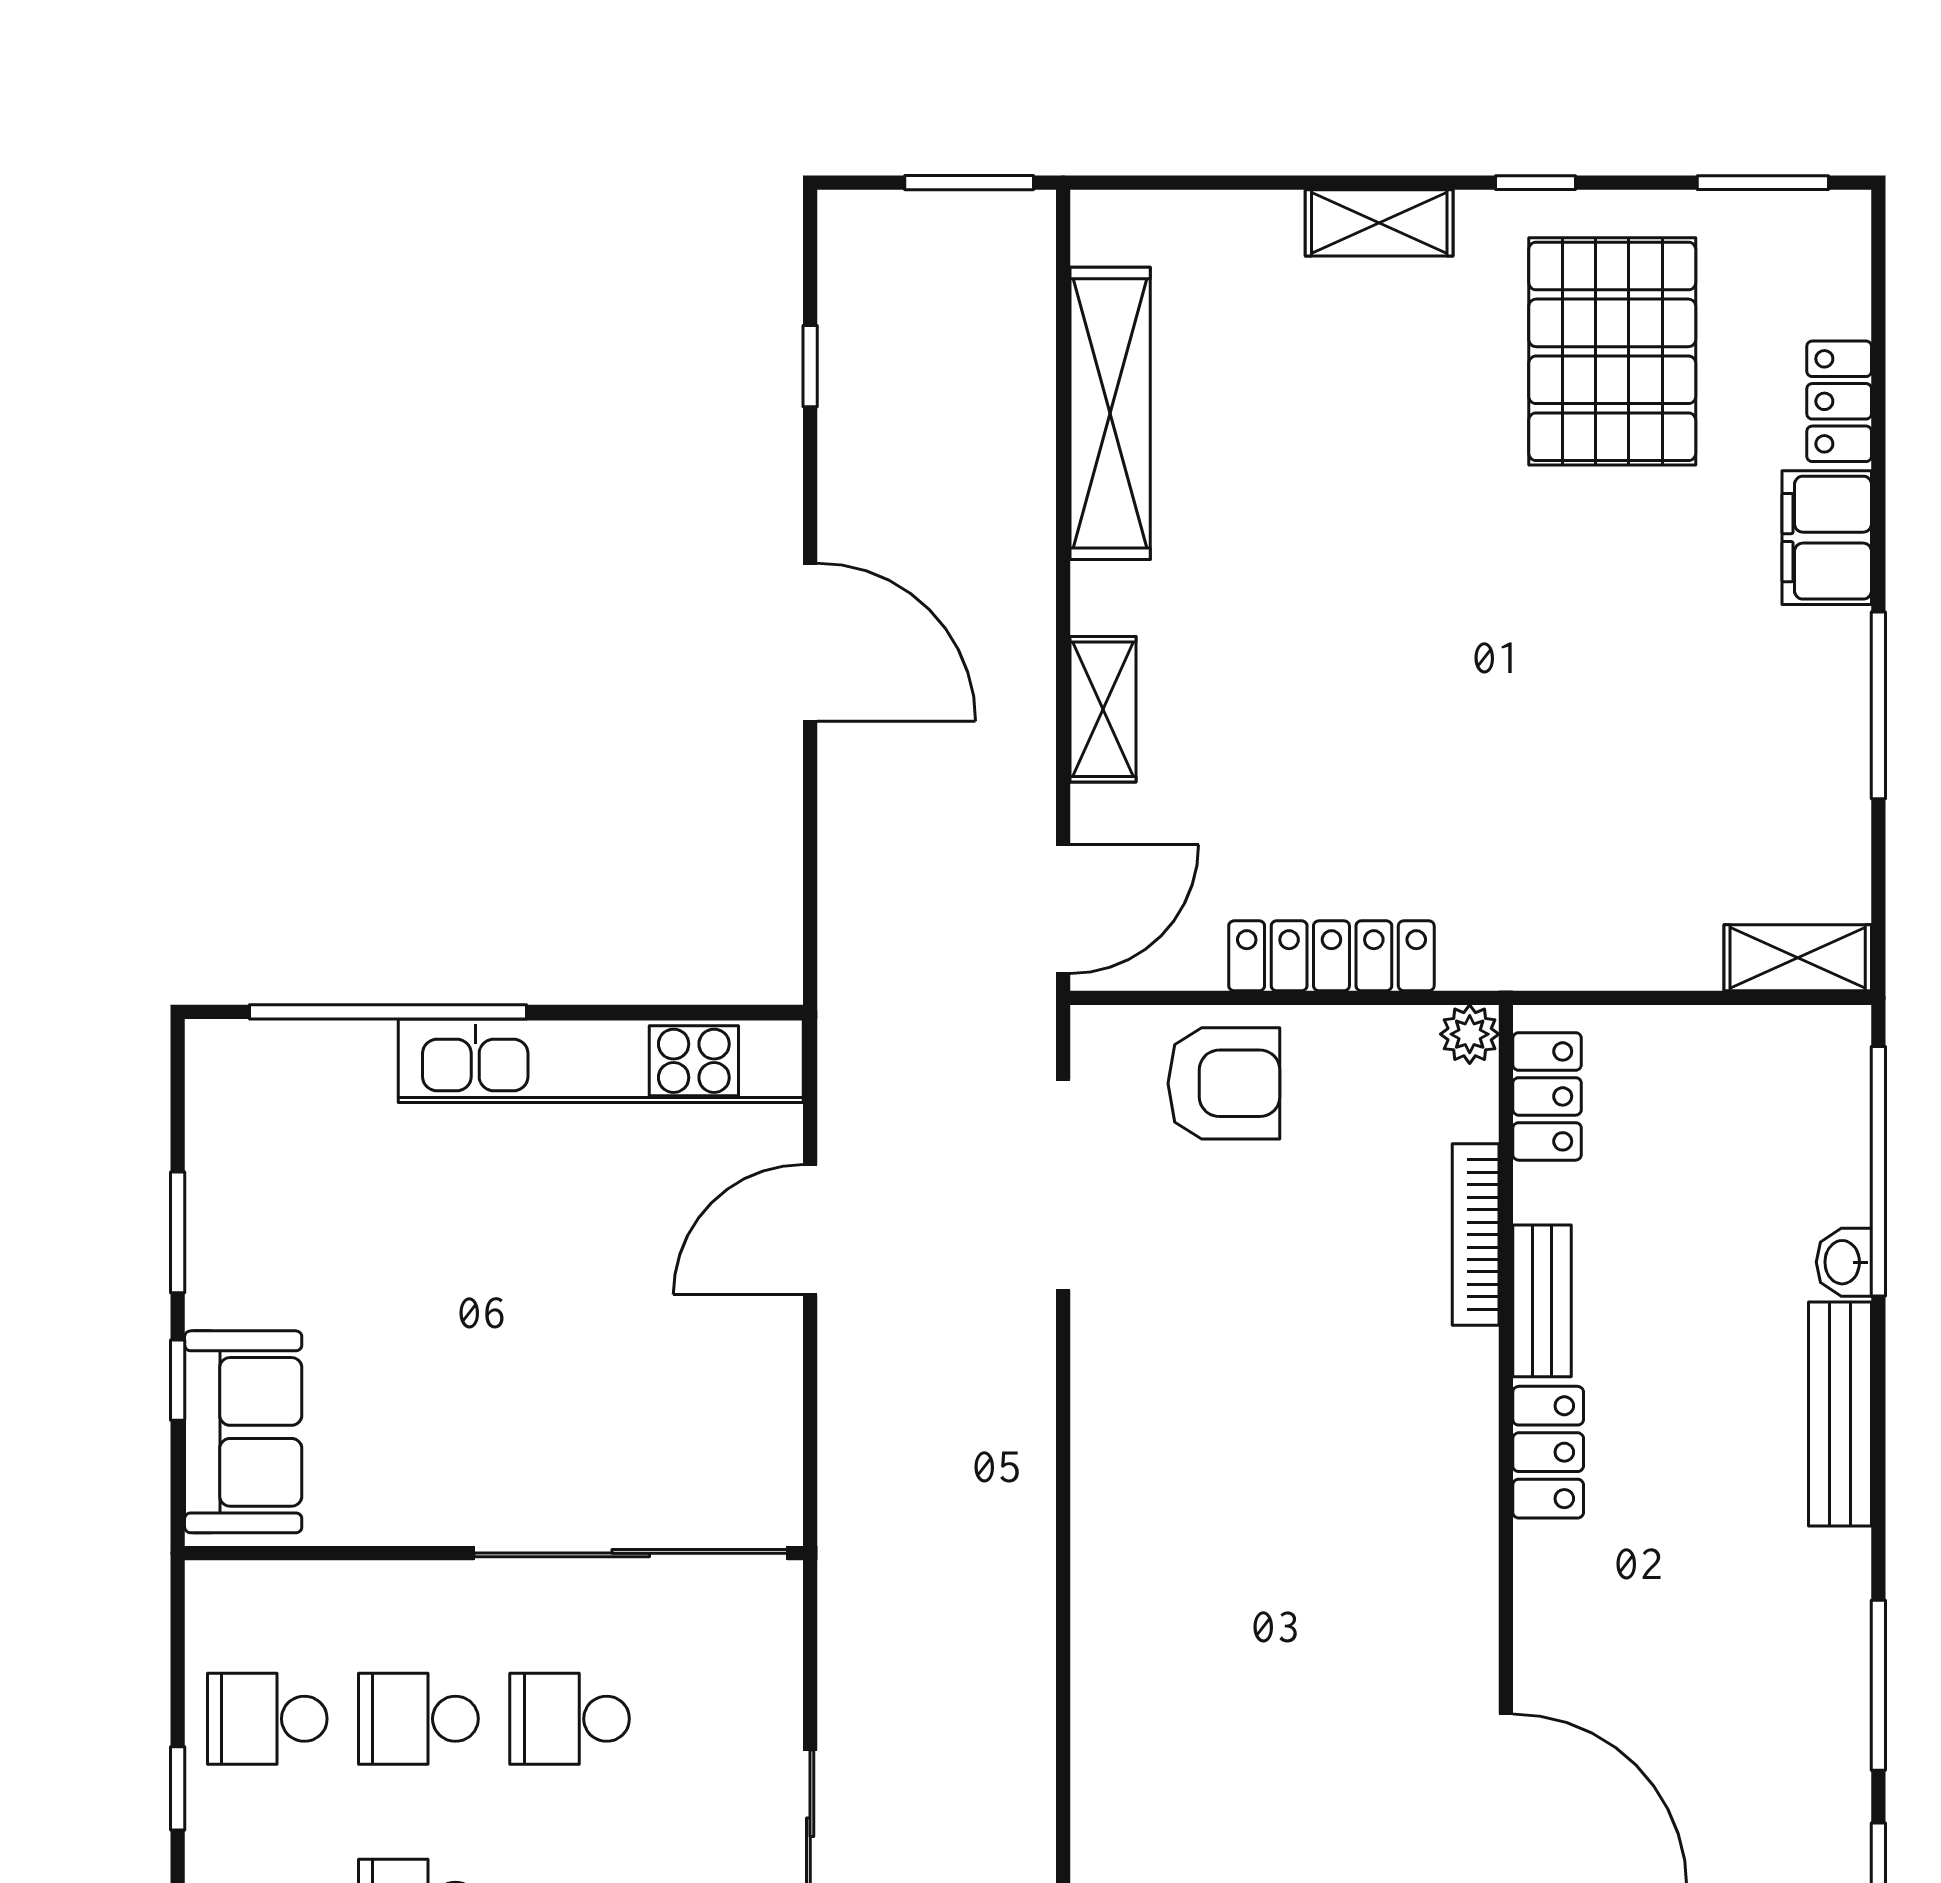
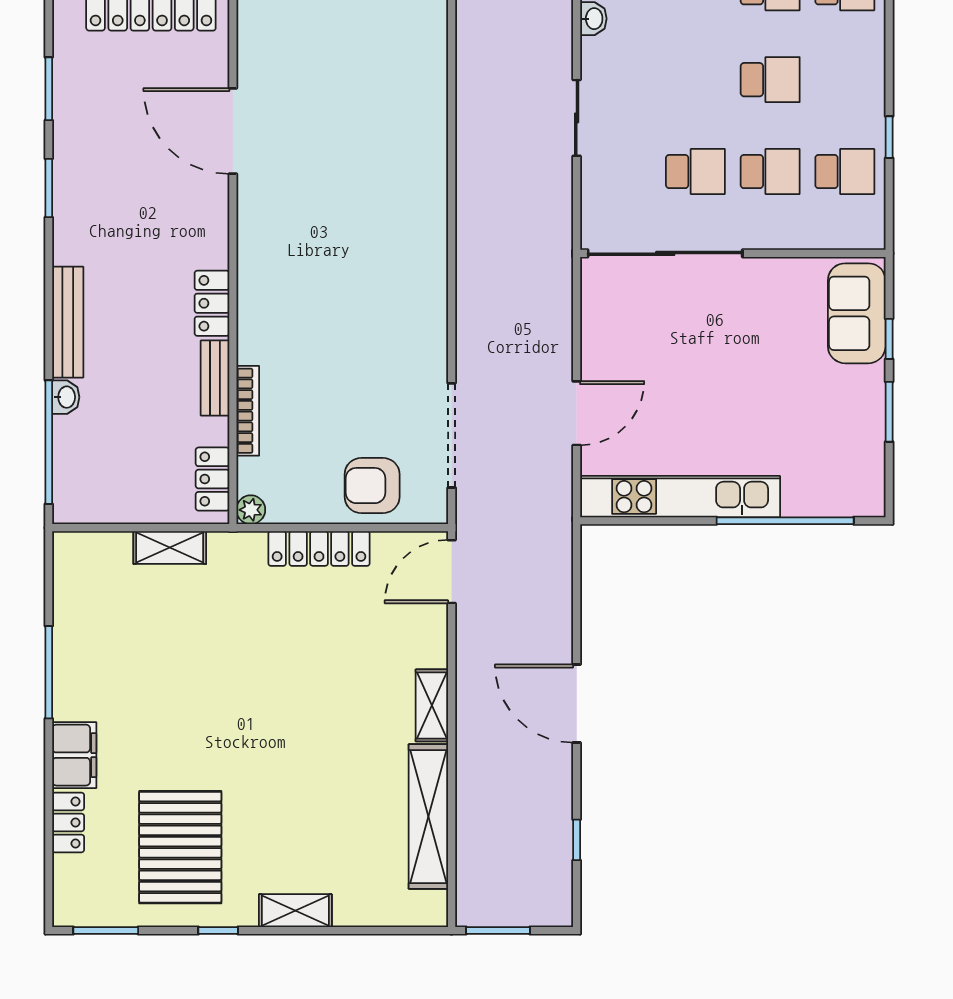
shelving: (1103, 709) -> (432, 705), moved
shelving: (1798, 958) -> (170, 548), moved
window: (1878, 1685) -> (49, 188), width x0.69

